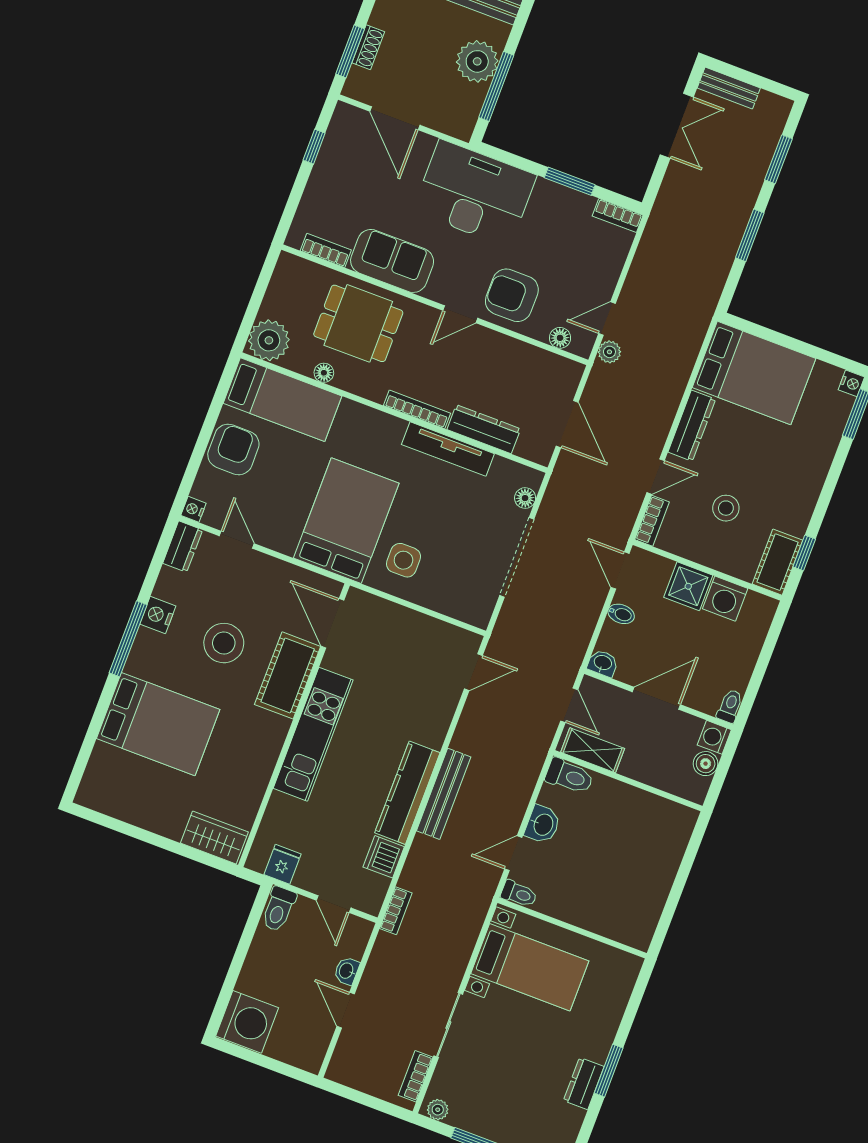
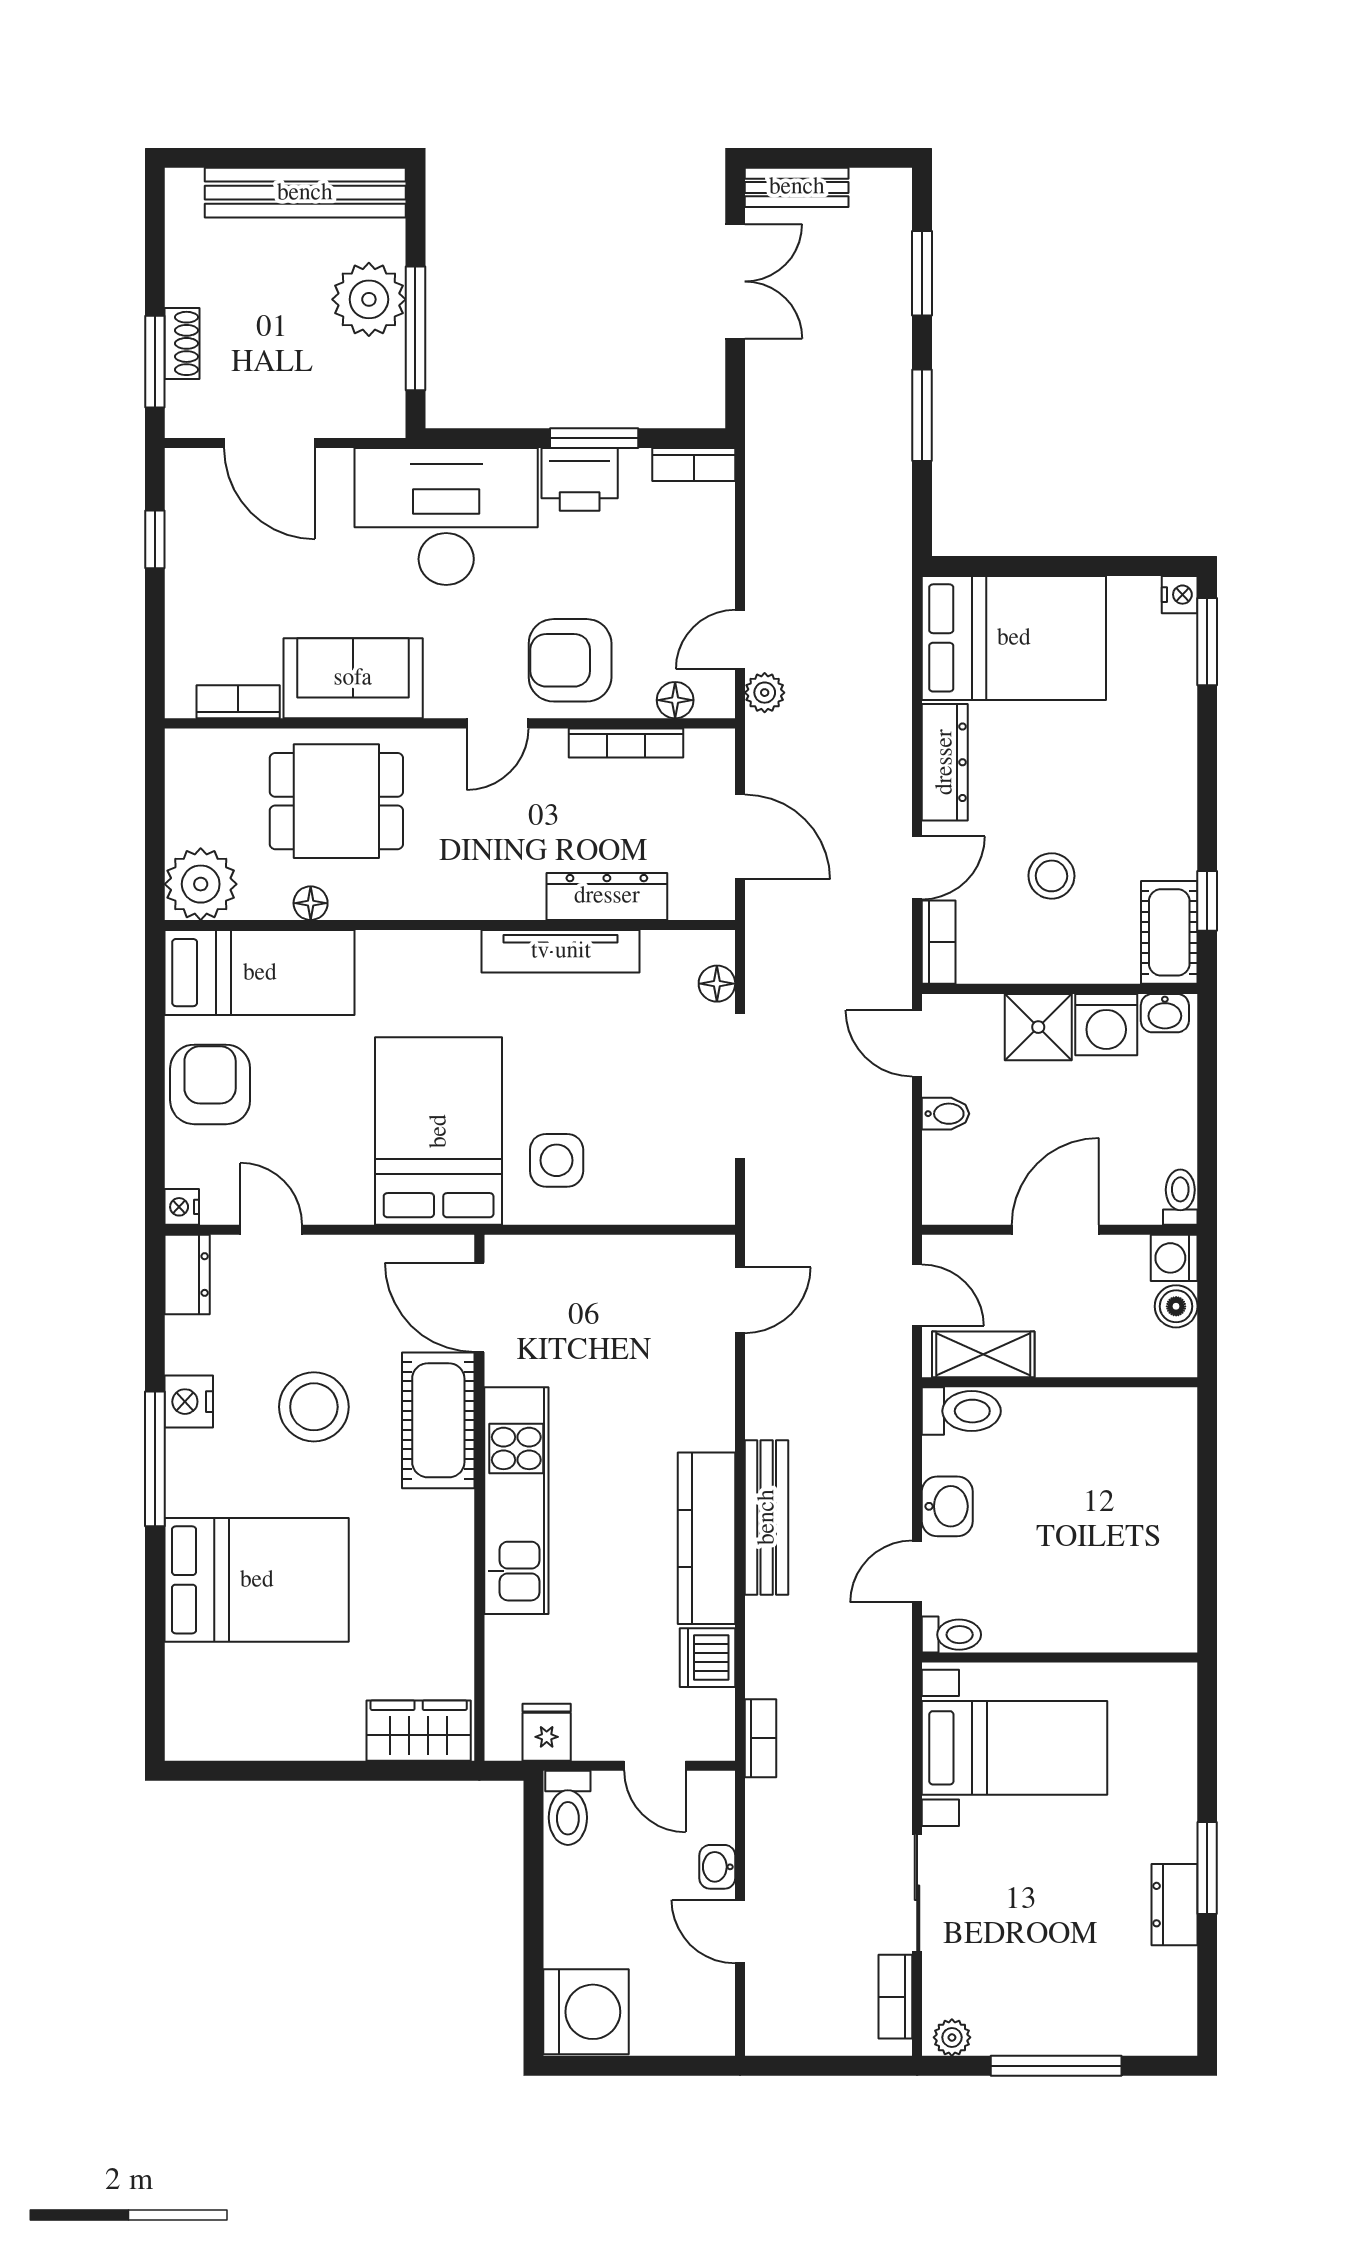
printer: (554, 200) -> (580, 479), added
bookcase: (417, 409) -> (626, 743), moved, turned 180
washbasin: (603, 663) -> (1165, 1013), moved, turned 180

